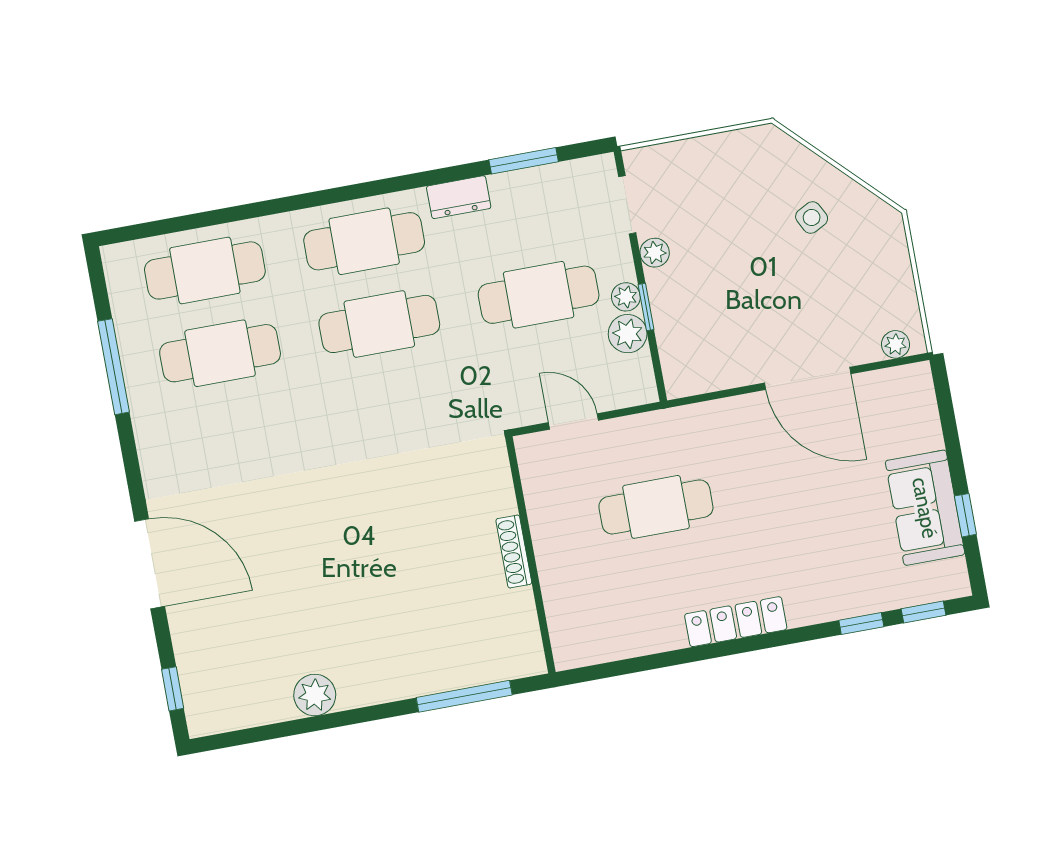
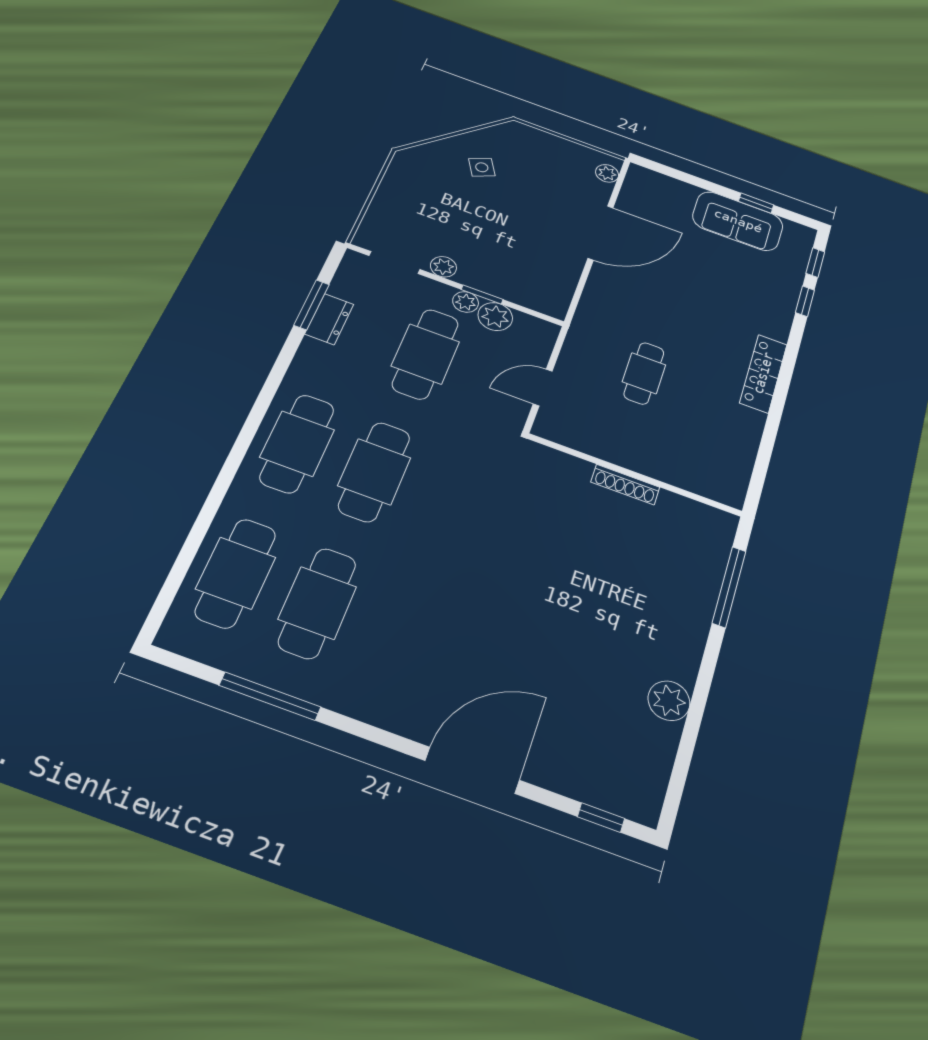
dresser: (459, 197) -> (329, 319), moved
cafe table: (656, 507) -> (644, 373), width x0.73, depth x0.74

